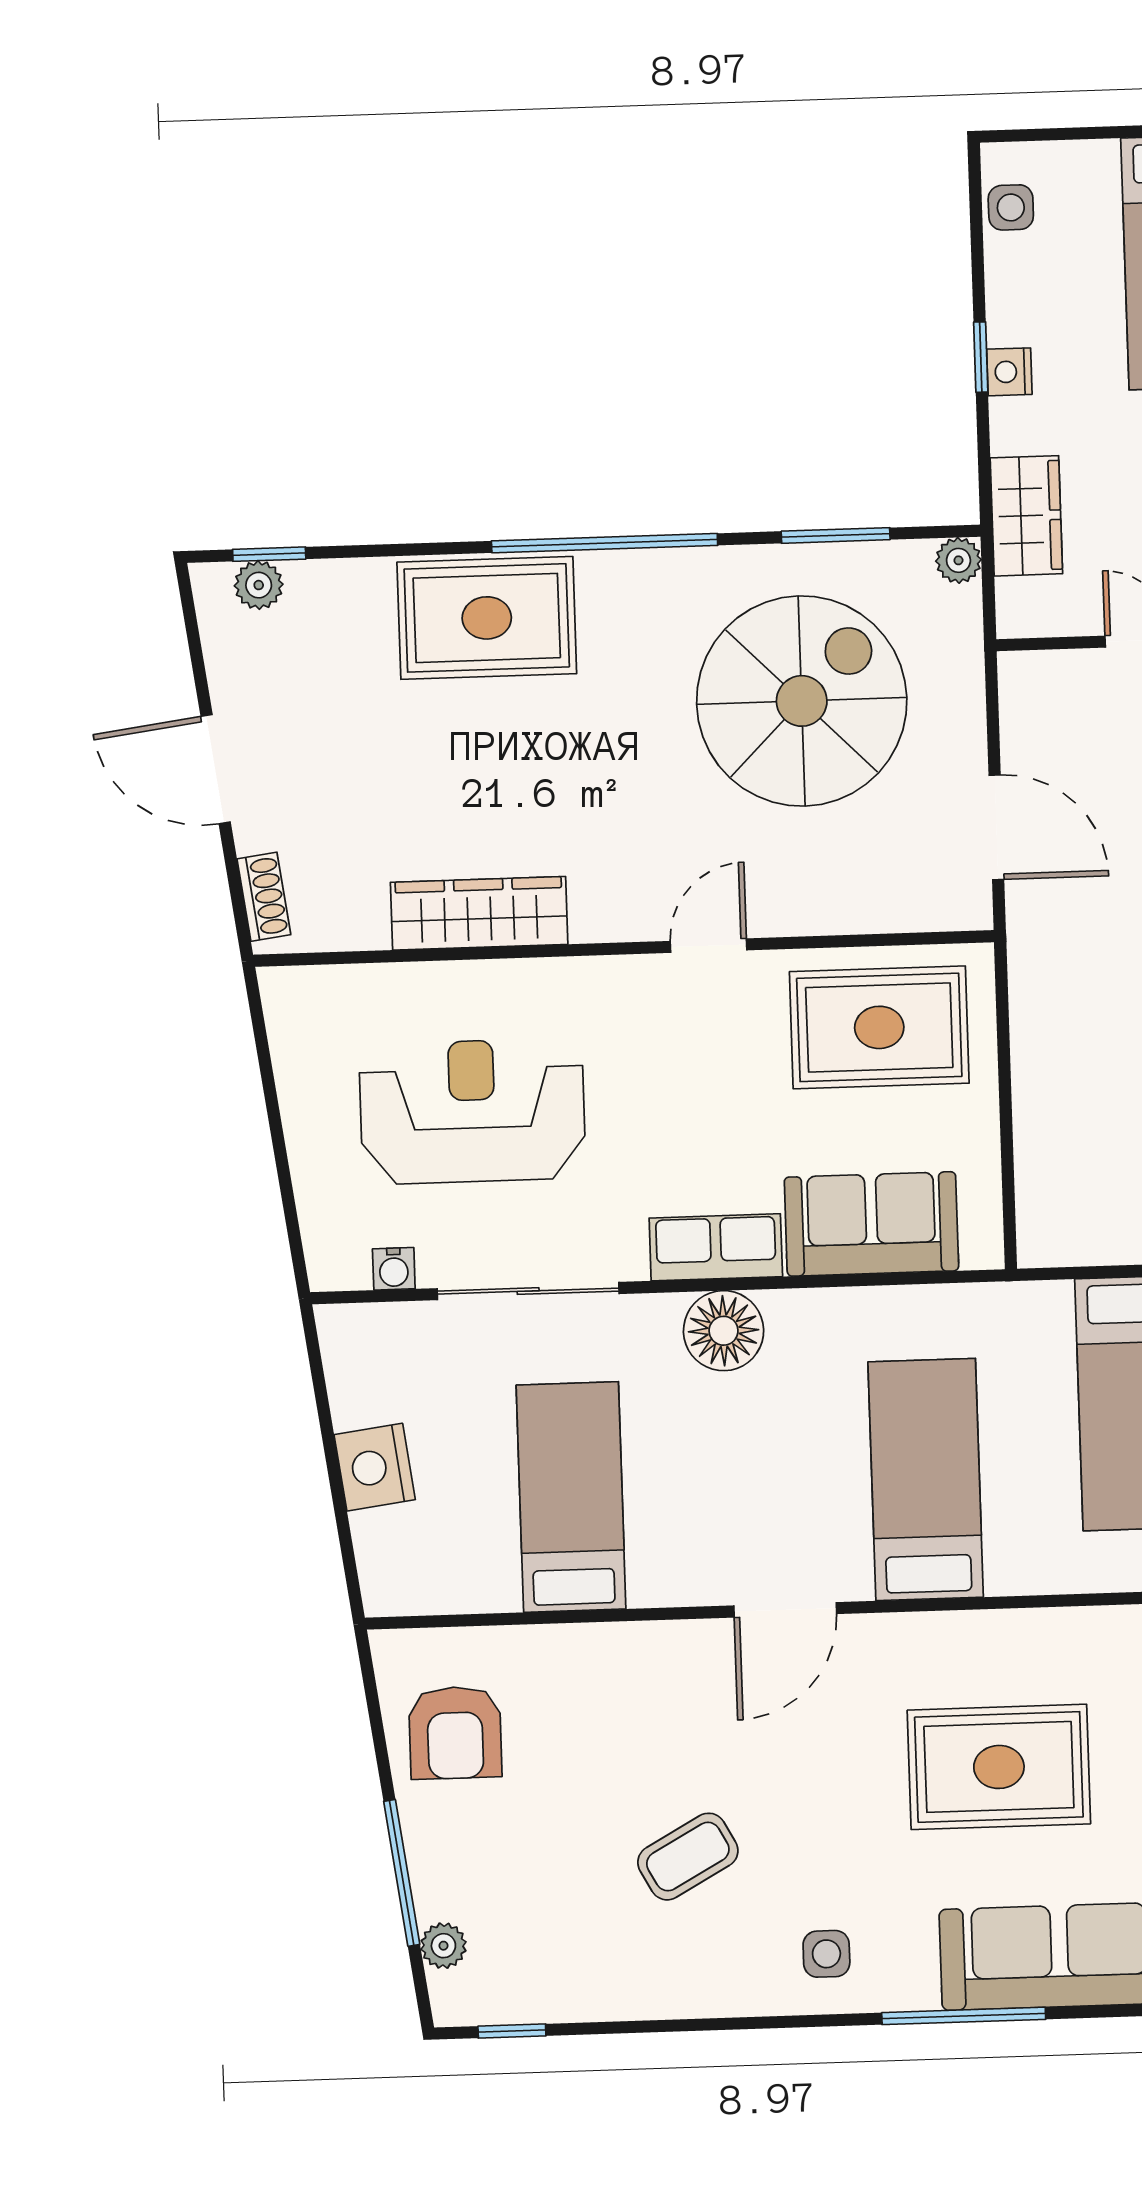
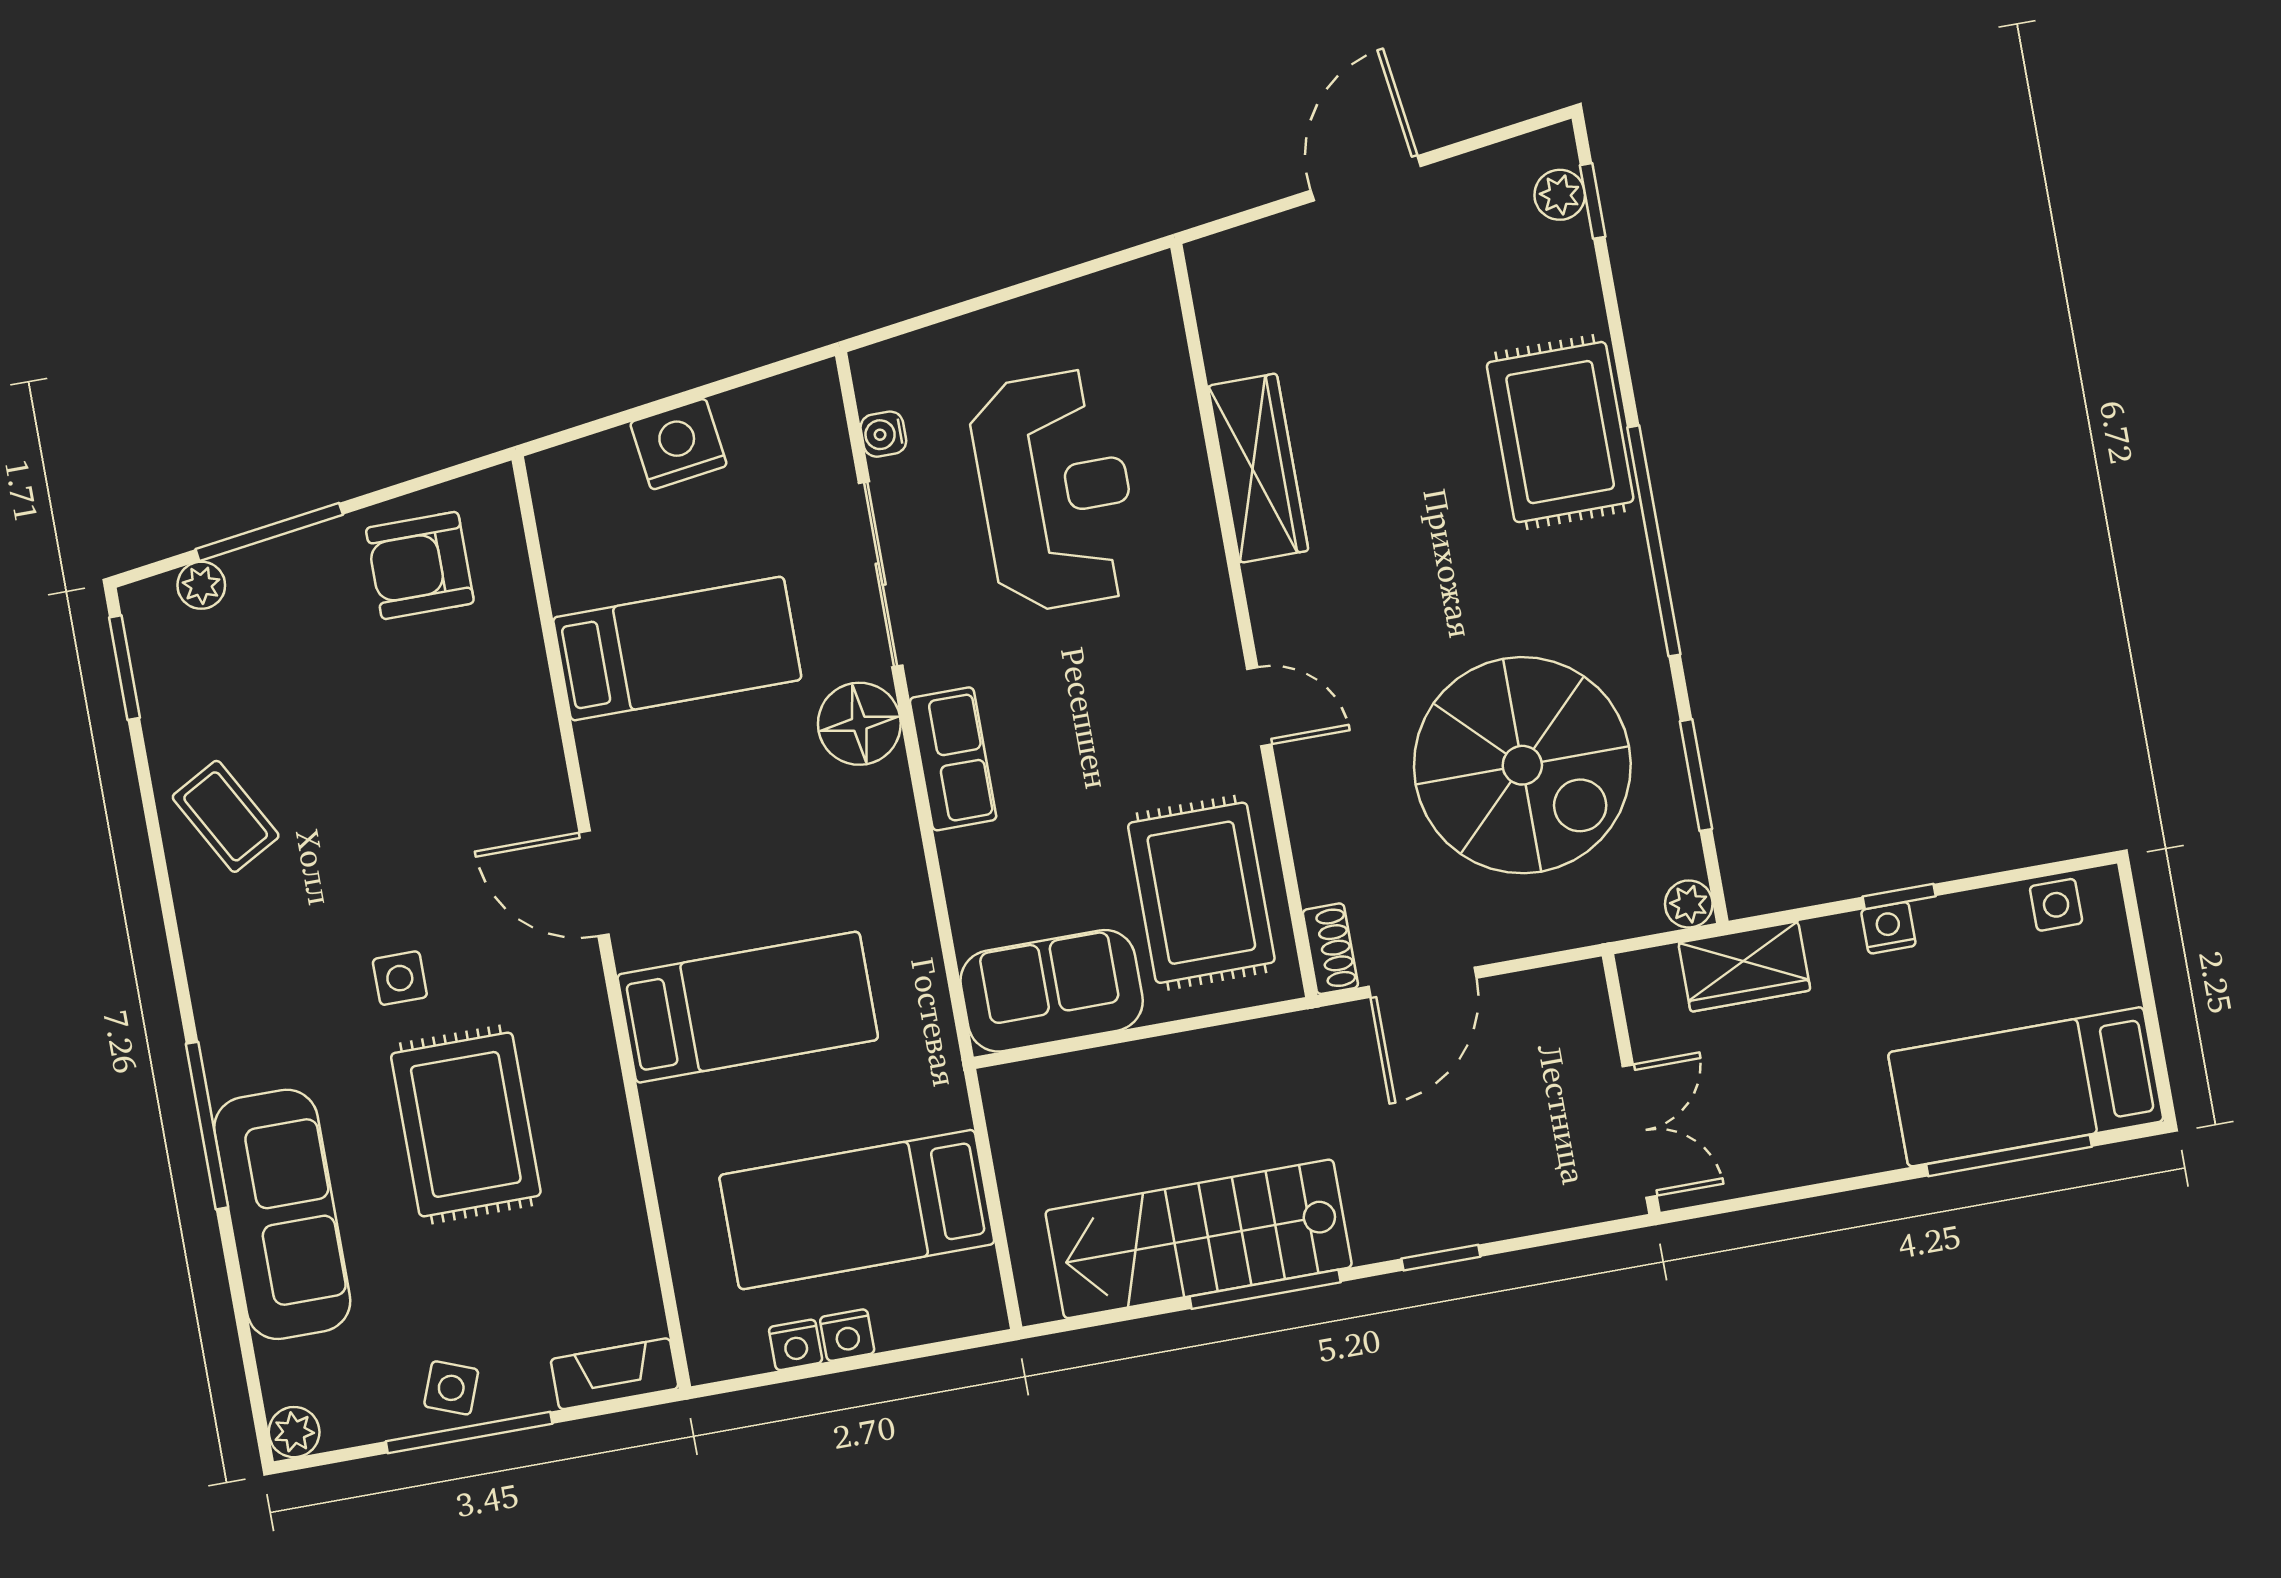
shoe rack: (264, 897) -> (1330, 949), moved, turned -82
sofa: (871, 1224) -> (1052, 991), moved, turned -90
floor lamp: (724, 1331) -> (859, 724), moved
coffee table: (688, 1857) -> (226, 816), moved
side table: (826, 1954) -> (400, 978), moved
window: (512, 2031) -> (125, 668), width x1.50

